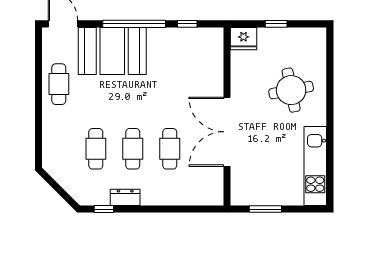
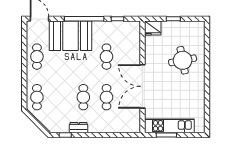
cafe table: (170, 84) -> (106, 57), added
cafe table: (96, 149) -> (37, 97), moved
kitchen unit: (315, 166) -> (169, 126), moved, turned 90

